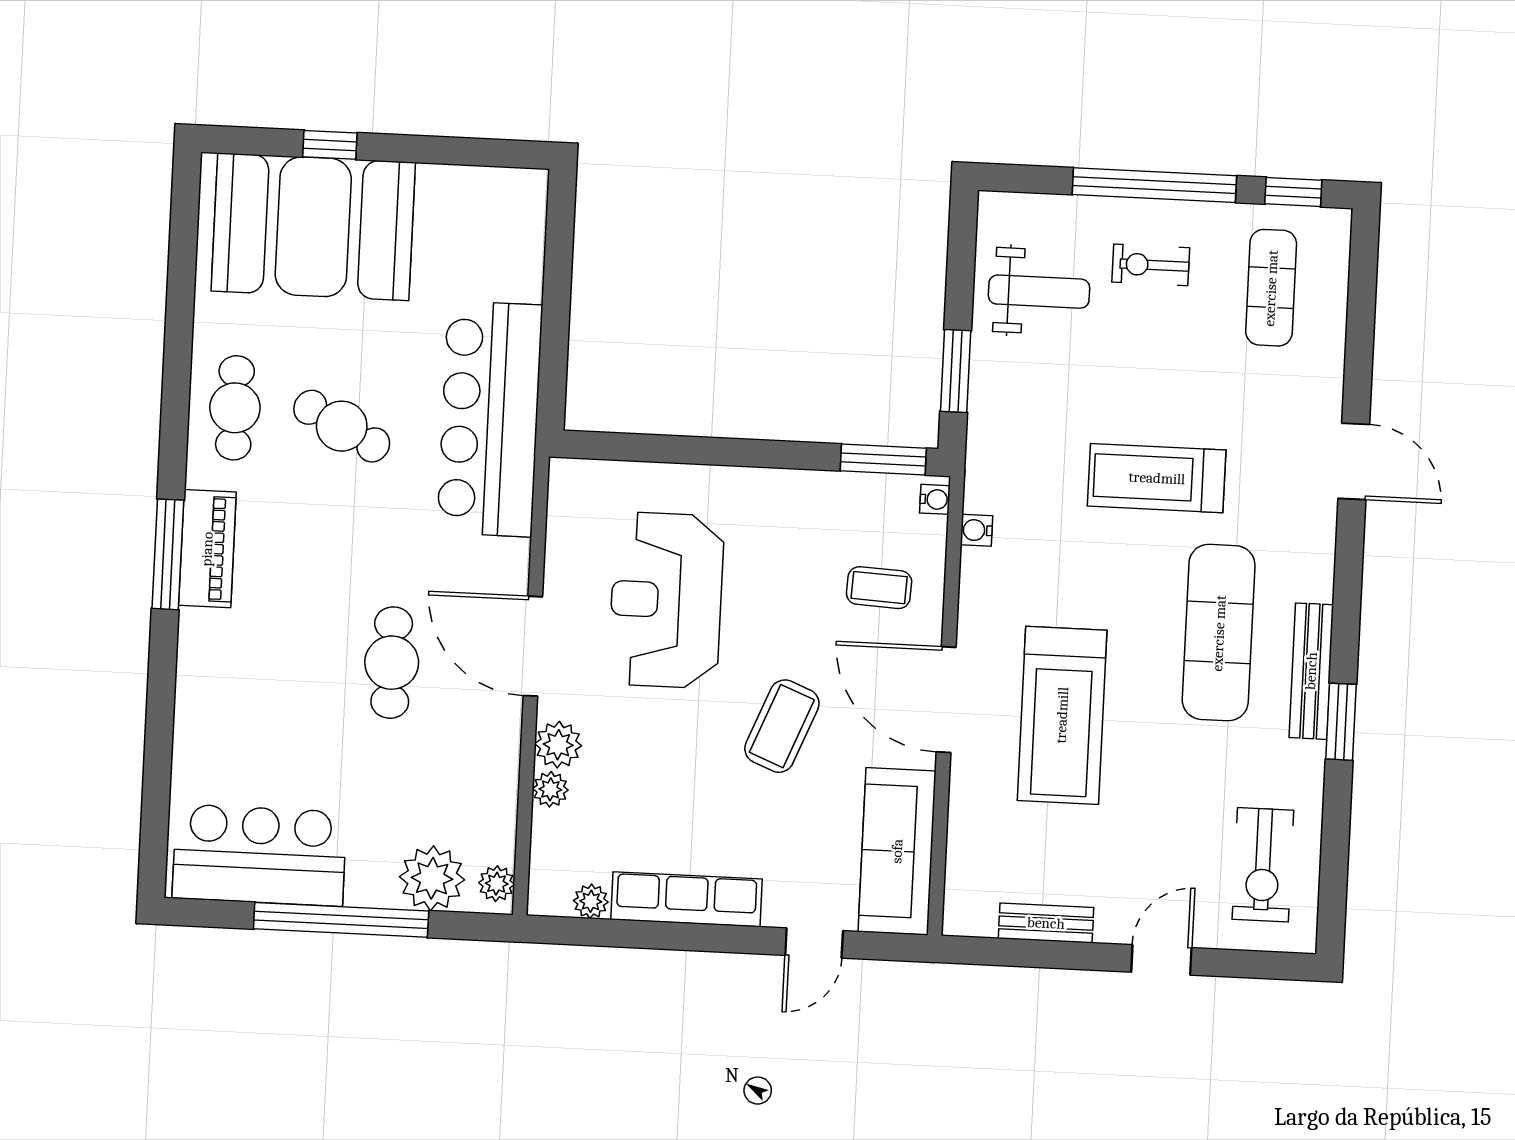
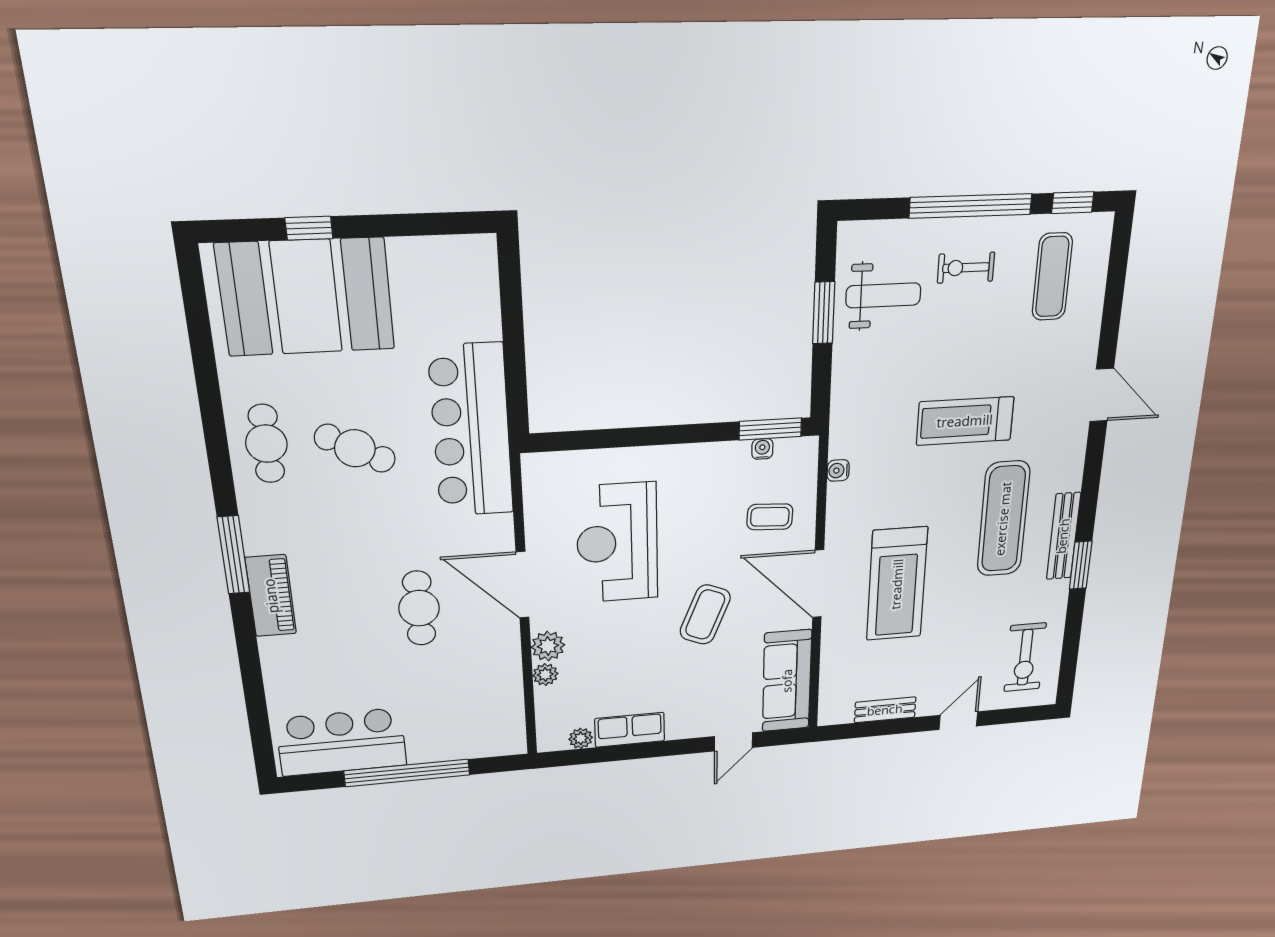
window: (956, 371) -> (824, 313), moved
water cooler: (935, 499) -> (762, 449), moved, turned -90
piano: (207, 549) -> (271, 596), moved
plant: (432, 878) -> (468, 740), removed
plant: (497, 884) -> (514, 737), removed
row of seats: (687, 899) -> (630, 730), width x0.68

